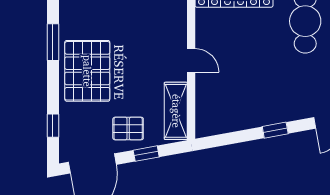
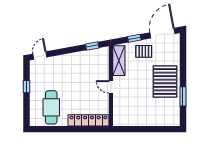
window: (53, 126) -> (183, 53), removed
window: (275, 130) -> (92, 46), moved

